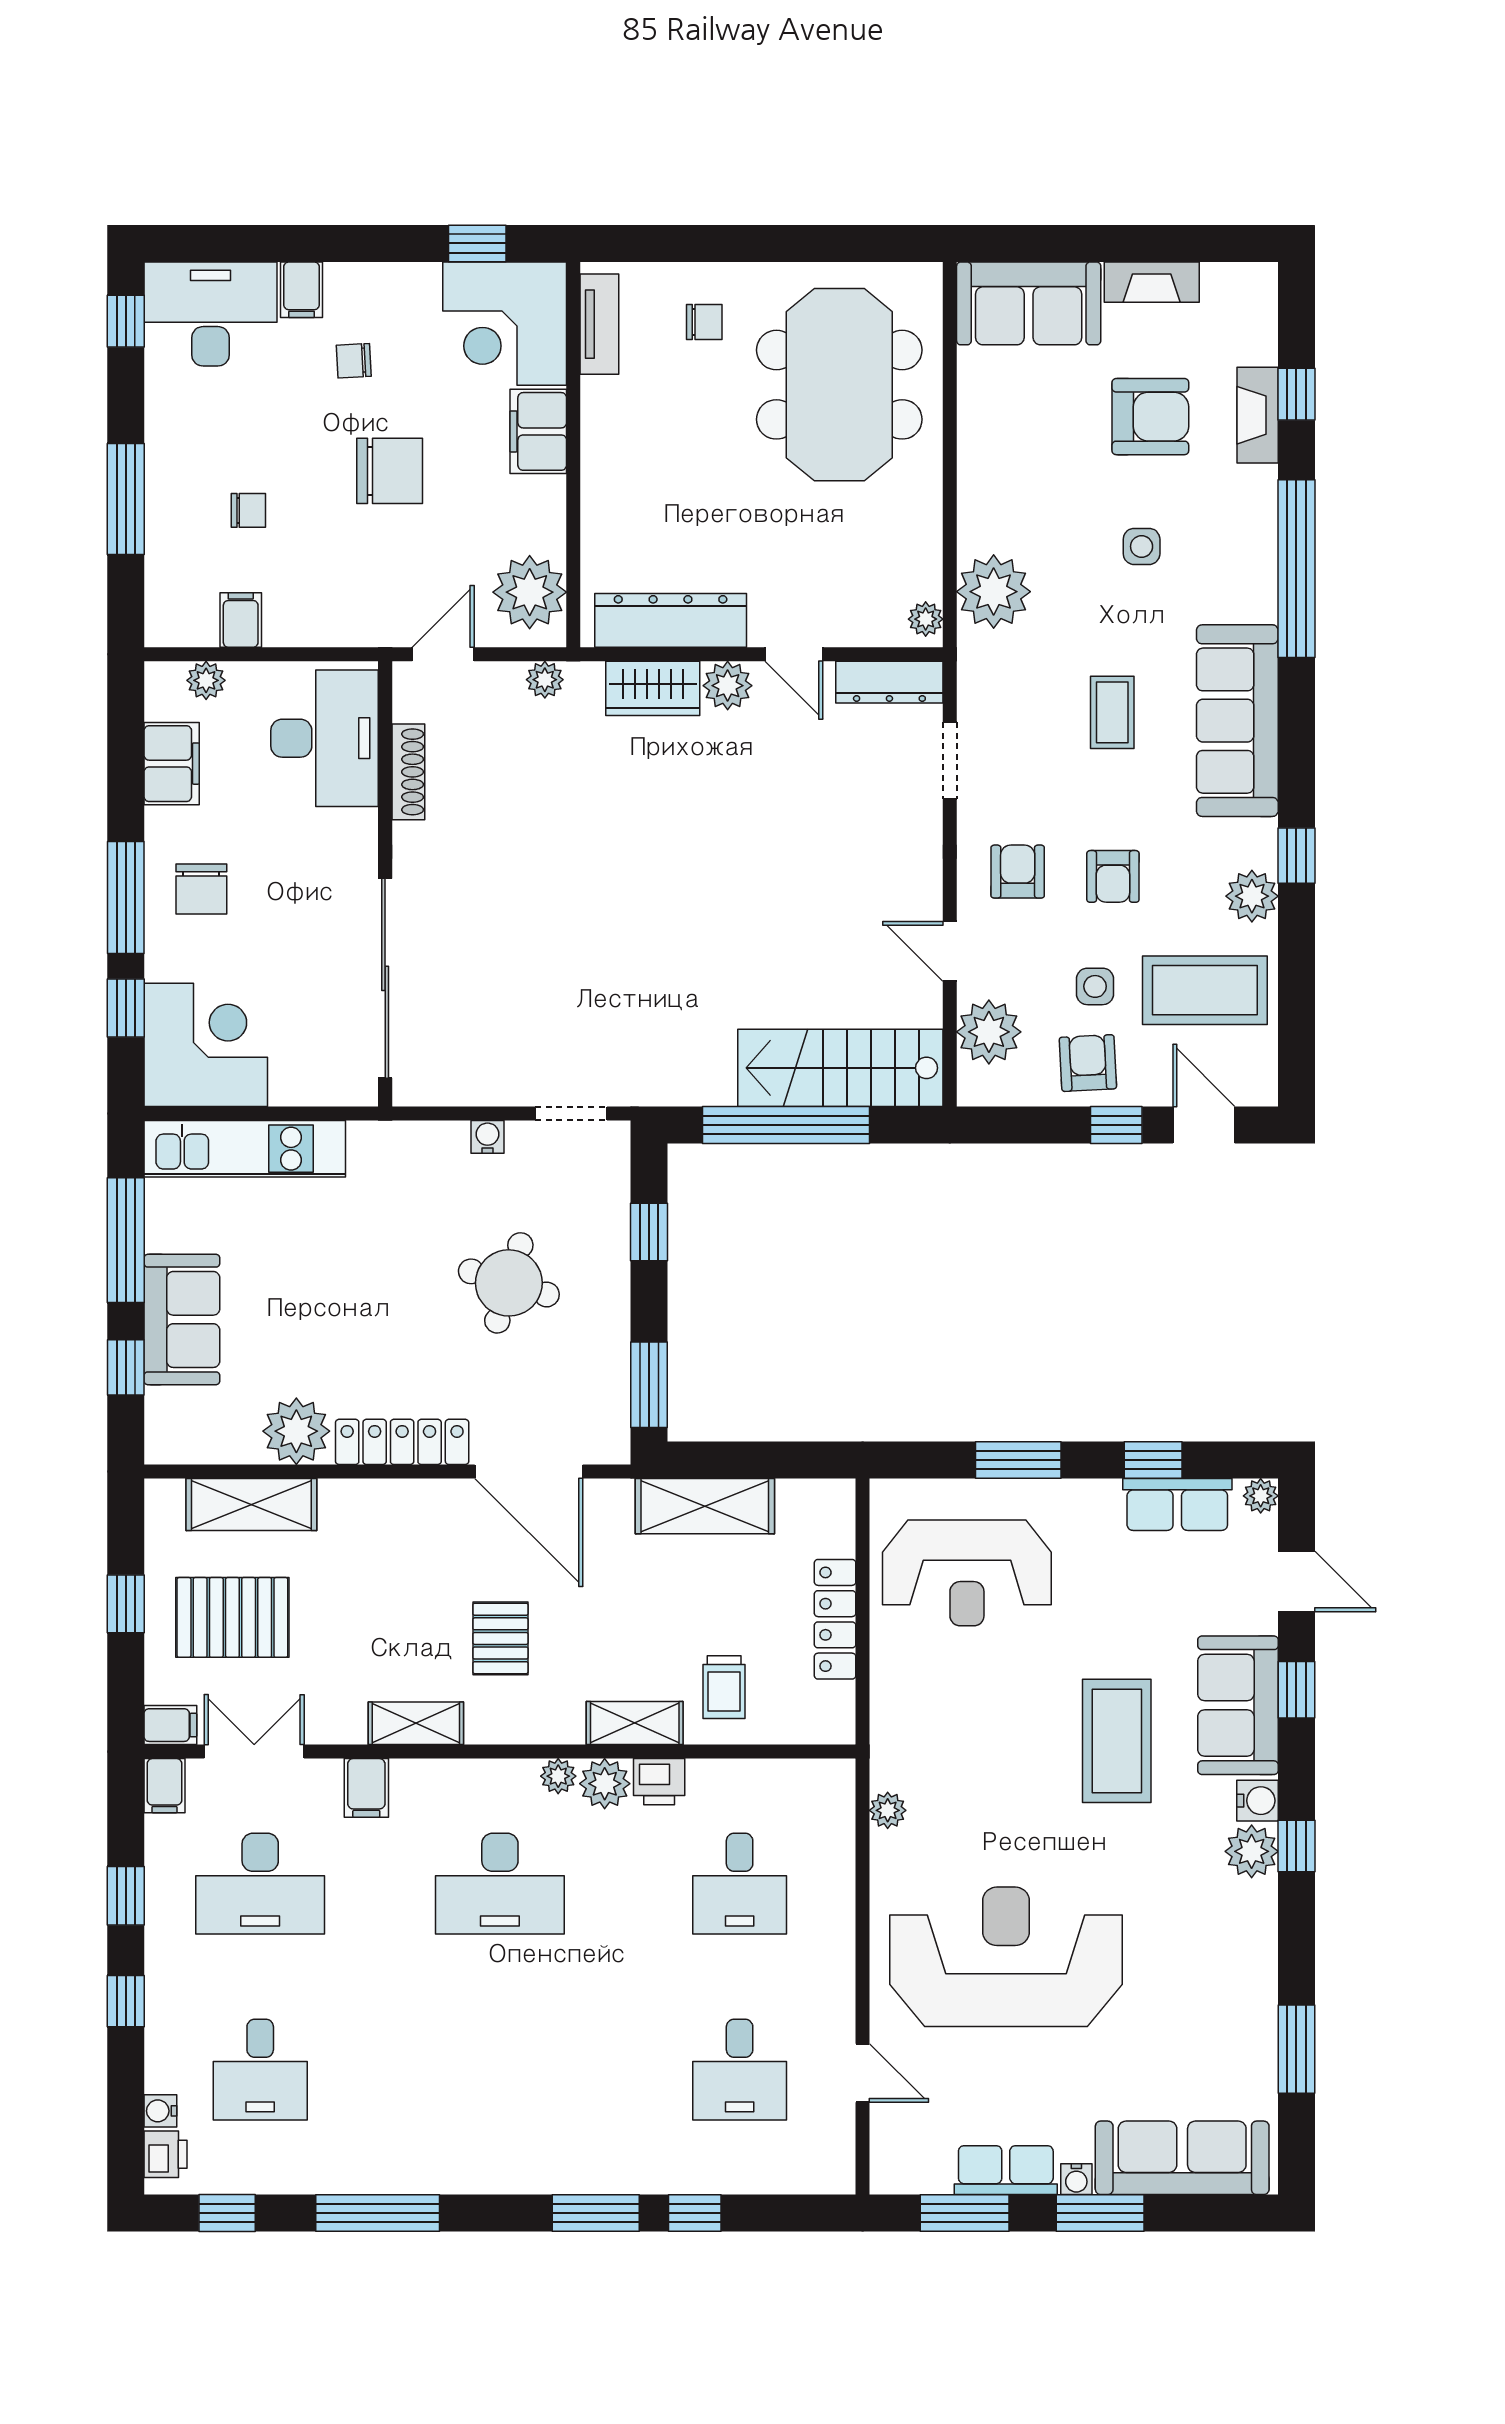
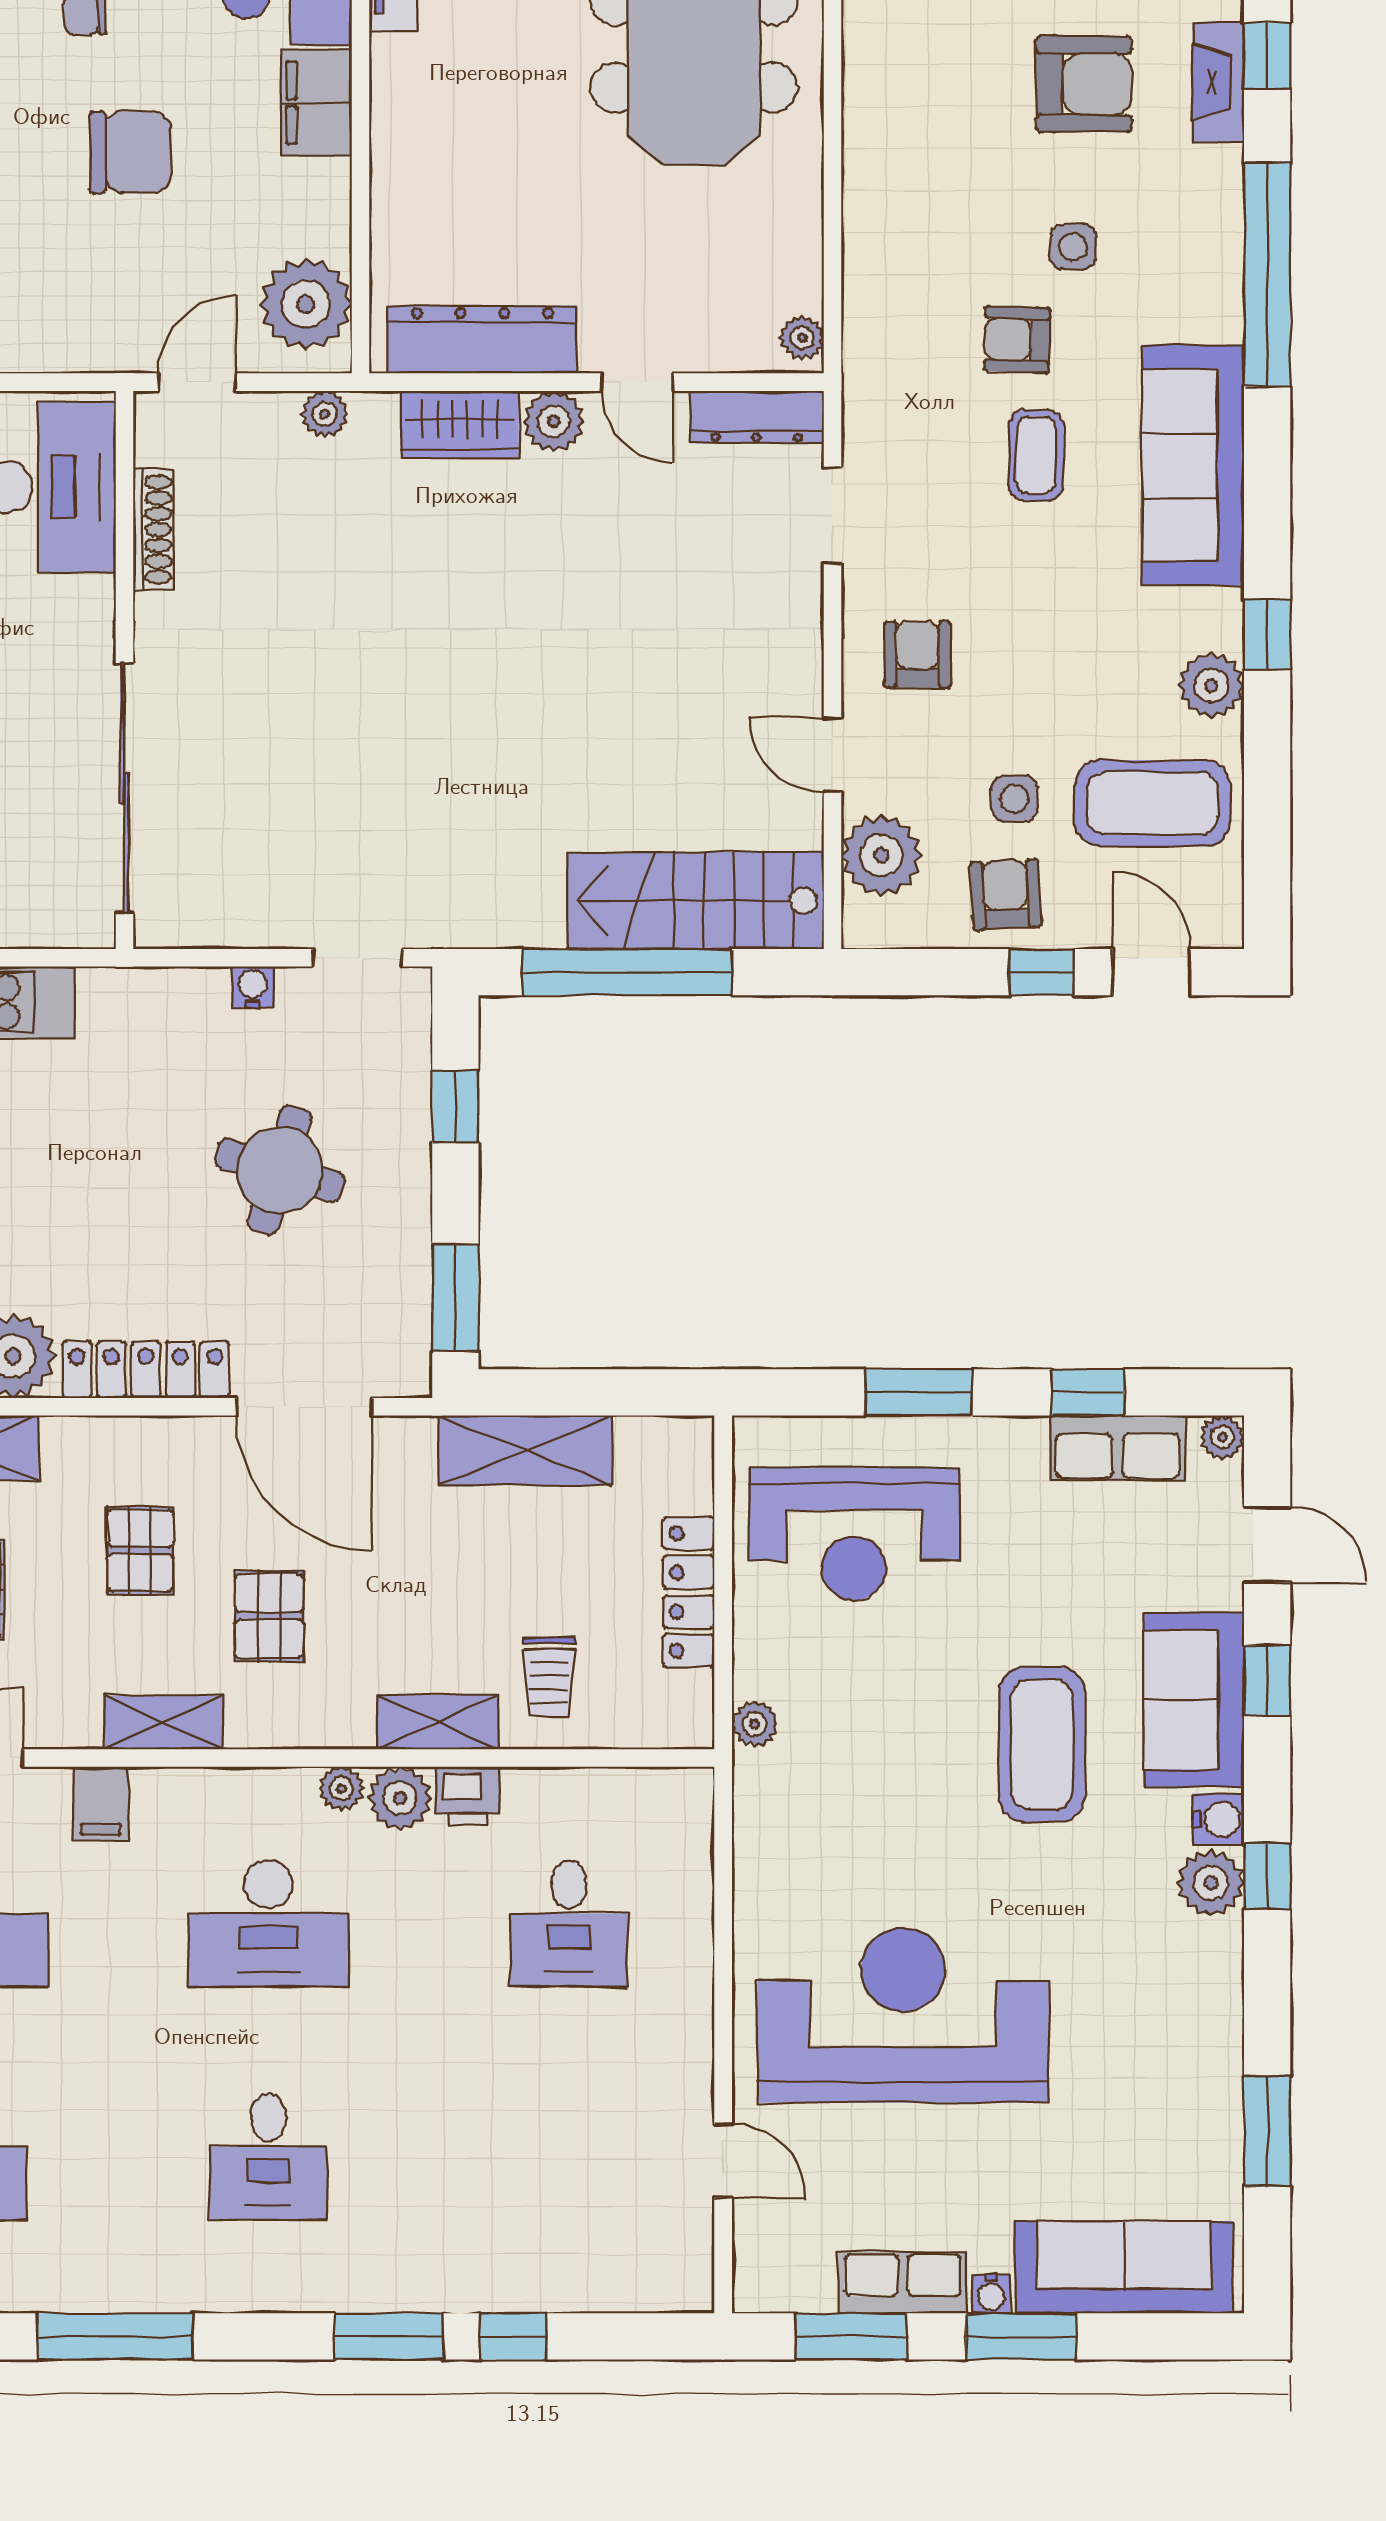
plant: (994, 592) -> (887, 303), removed
armchair: (1113, 876) -> (1017, 340), moved, turned 92
pallet: (398, 1586) -> (140, 1551), added
plant: (888, 1810) -> (755, 1724), moved
desk: (740, 2070) -> (268, 2157), moved

